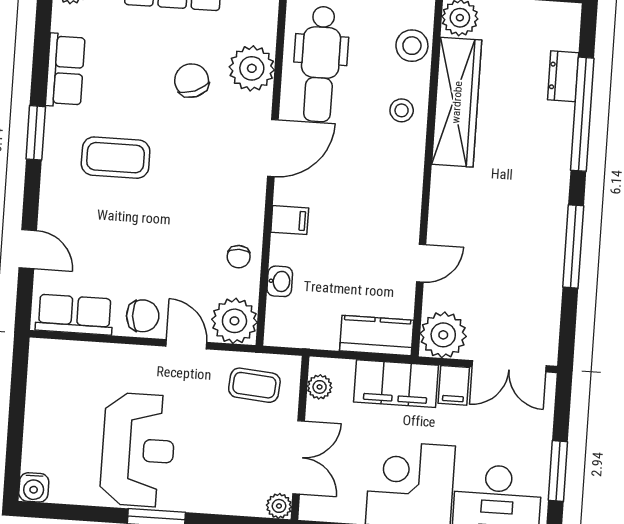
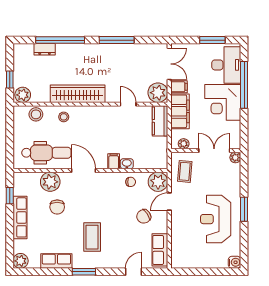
chair: (192, 81) -> (57, 207), turned -69
wardrobe: (457, 102) -> (78, 94), moved
washbasin: (280, 281) -> (127, 164), moved
chair: (143, 316) -> (144, 216), moved, turned -120
reception desk: (138, 450) -> (216, 219), turned -90

